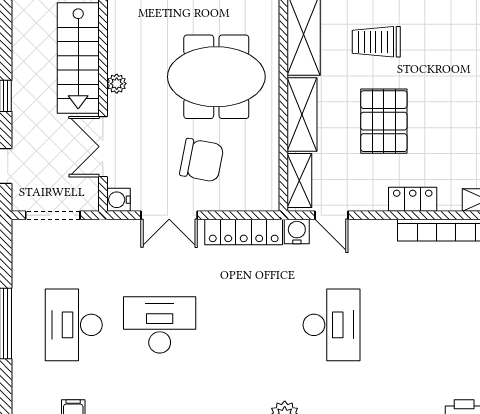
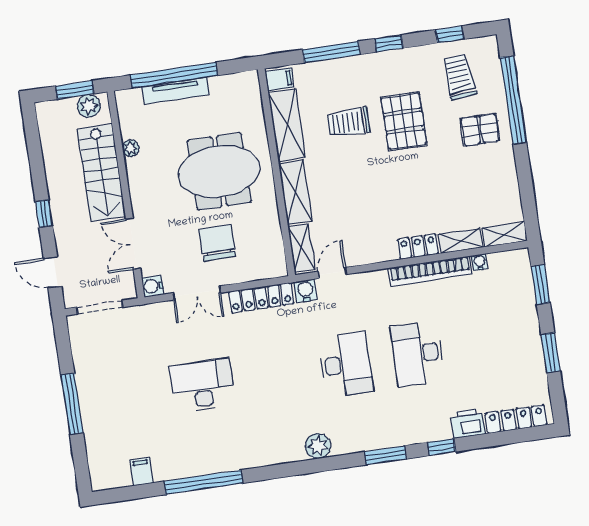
plant: (117, 84) -> (131, 148), moved
pallet: (384, 121) -> (404, 121), moved
chair: (202, 160) -> (217, 243), turned -102
locker: (413, 199) -> (418, 247), moved
door: (331, 215) -> (332, 273), swing flipped
desk: (74, 325) -> (418, 354), moved

